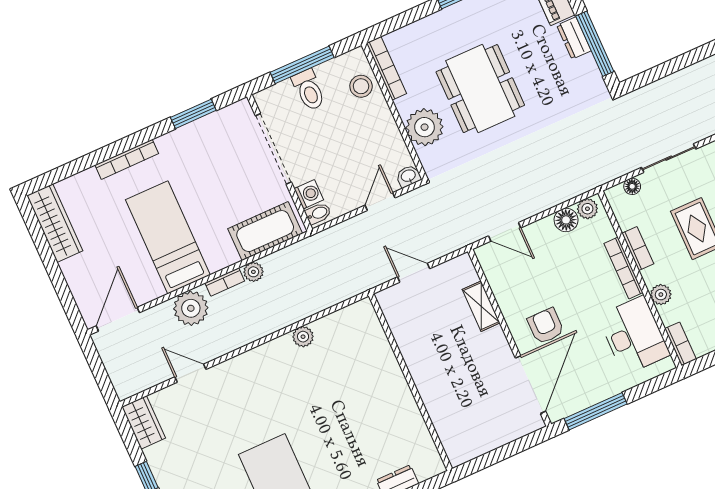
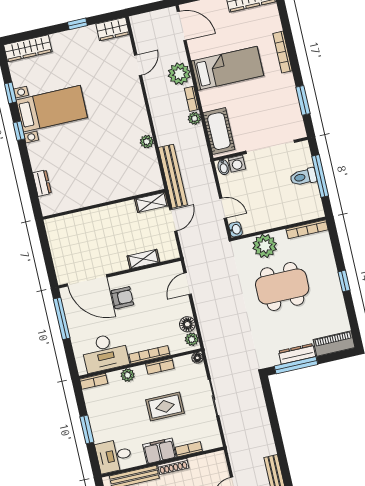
dresser: (574, 38) -> (297, 354), width x1.44
stool: (361, 86) -> (299, 211), removed
floor lamp: (632, 186) -> (197, 358), moved
bench: (347, 287) -> (173, 176), added
shelving: (393, 311) -> (152, 202), added

